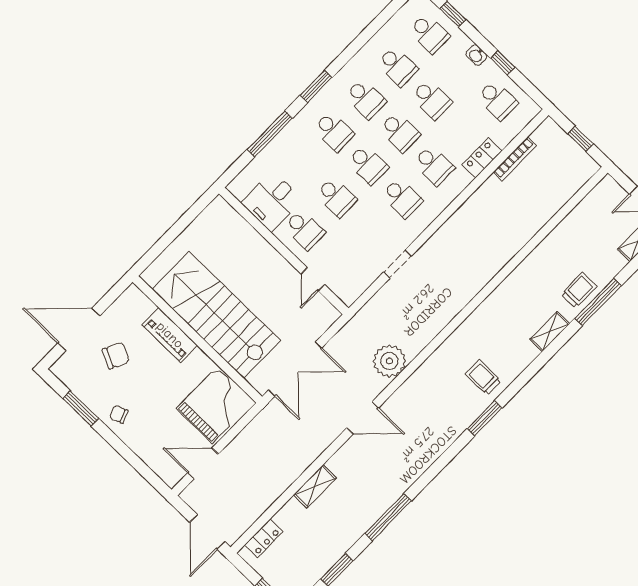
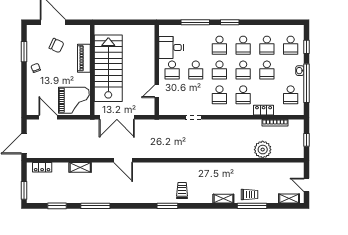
window: (503, 63) -> (307, 83), width x3.17
plant: (389, 361) -> (263, 150), moved

